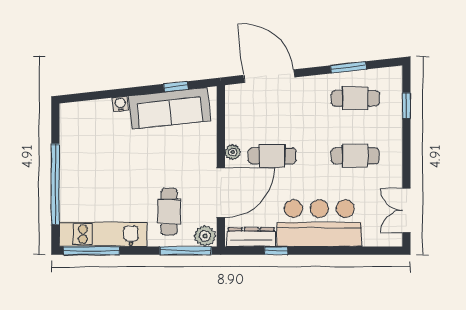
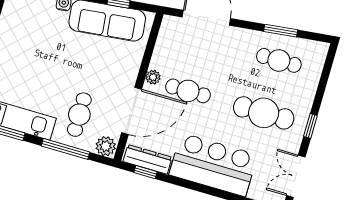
window: (406, 106) -> (310, 126), moved
cafe table: (355, 156) -> (264, 113), width x1.37, depth x1.35
window: (186, 251) -> (66, 149), moved
window: (276, 251) -> (146, 172), moved

